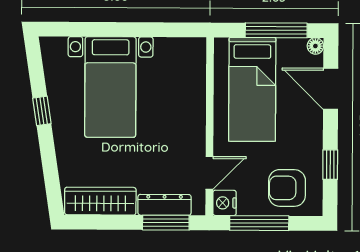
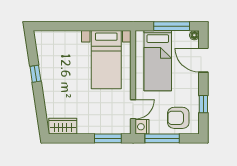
bed with nightstands: (110, 87) -> (106, 60), moved
wardrobe: (100, 201) -> (63, 126), width x0.67
dresser: (165, 205) -> (107, 128), removed

